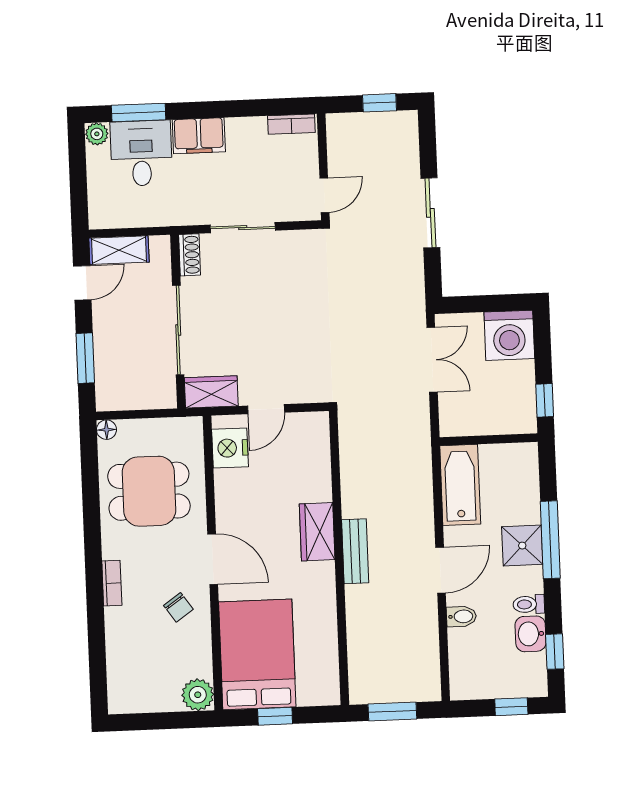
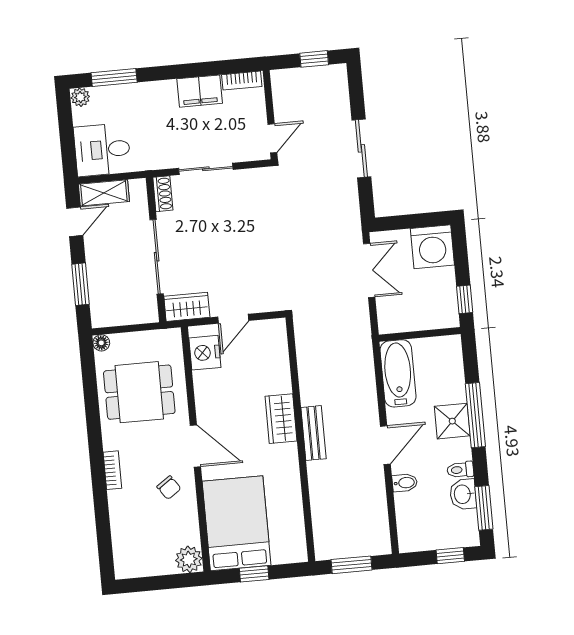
filing cabinet: (199, 136) -> (200, 91), moved
desk: (141, 153) -> (102, 150), moved, turned -90
window: (555, 652) -> (484, 508), width x1.50

